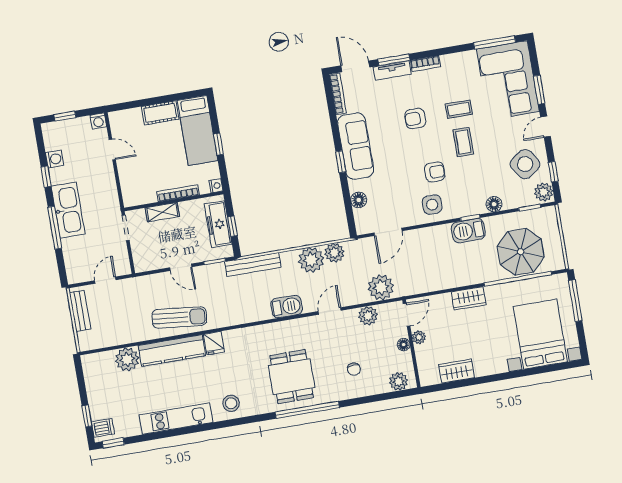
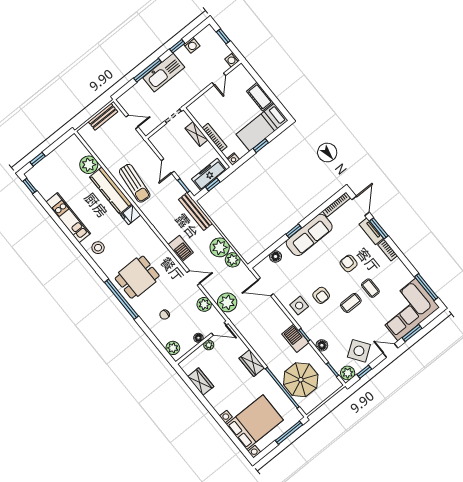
dishwasher: (103, 428) -> (36, 174), removed

